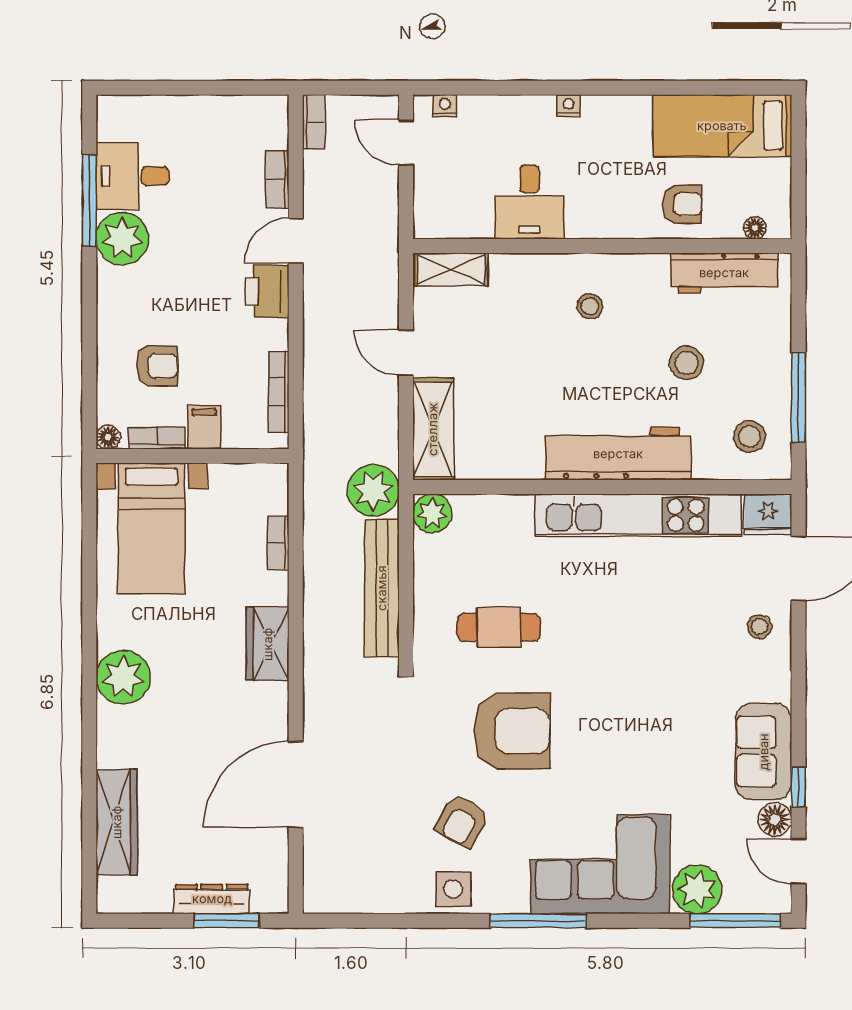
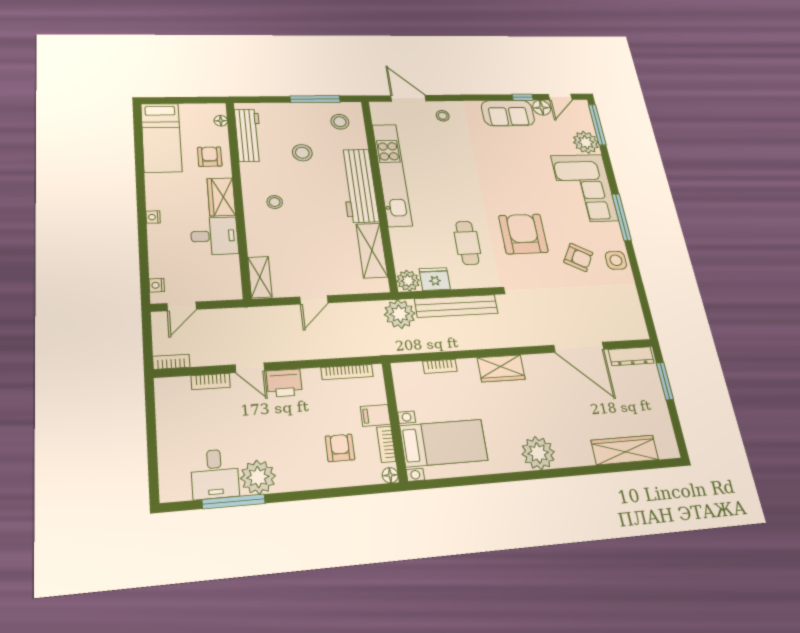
wardrobe: (603, 218) -> (221, 197), added
shelving: (433, 429) -> (372, 250), moved, turned 90
fridge: (768, 514) -> (435, 279), moved, turned -90
dresser: (212, 899) -> (631, 356), moved, turned -90

